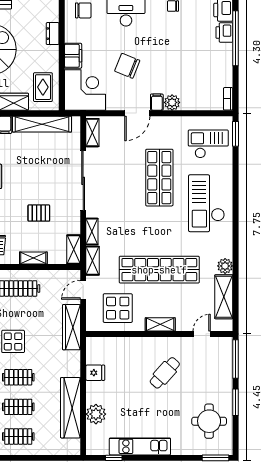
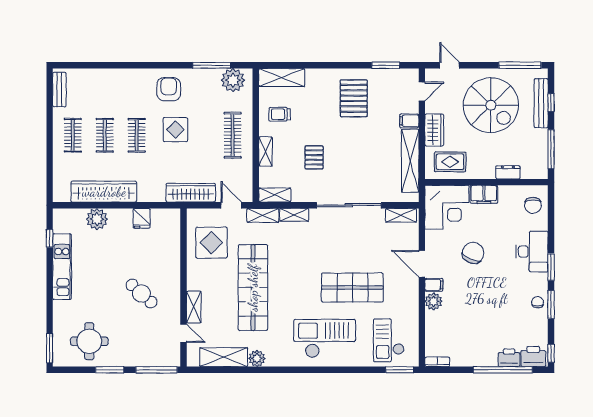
checkout: (208, 144) -> (389, 340), turned 180
shelving: (160, 324) -> (194, 307), moved

